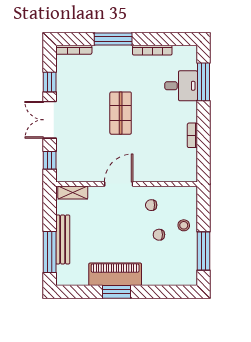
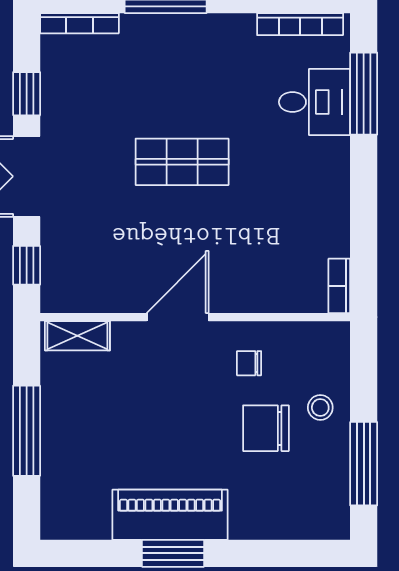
bookcase: (152, 50) -> (300, 24), moved
shop shelf: (121, 113) -> (182, 162), turned 90
bookcase: (192, 135) -> (339, 286), moved
chair: (159, 235) -> (266, 428), width x1.87, depth x1.87
bench: (63, 239) -> (55, 439), removed
window: (50, 252) -> (27, 431), moved

